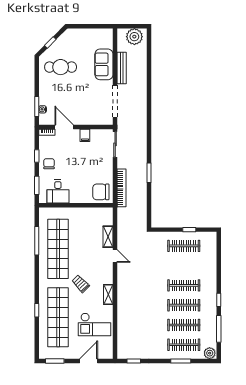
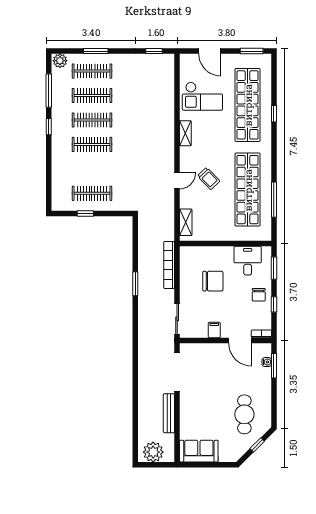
sofa: (104, 64) -> (199, 451), moved, turned -90
cafe table: (61, 67) -> (244, 414), turned 90
chair: (101, 192) -> (213, 281), moved
shelving: (108, 237) -> (186, 222), moved
door: (115, 256) -> (177, 181), swing flipped
trolley: (81, 284) -> (209, 178), moved
checkout: (94, 324) -> (202, 96), turned 180
door: (89, 361) -> (210, 51), hinge flipped

